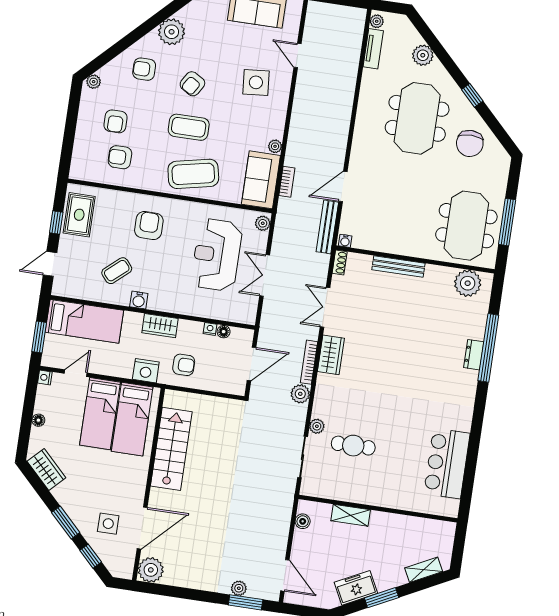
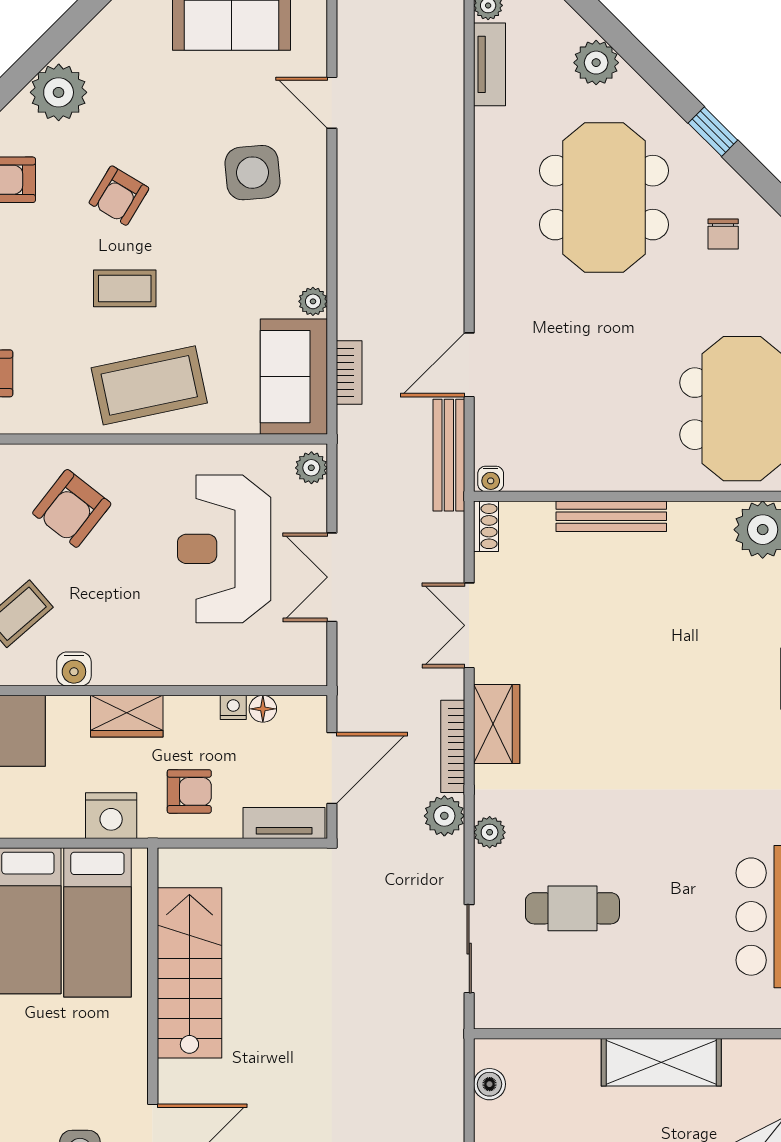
coffee table: (189, 127) -> (125, 288), width x0.73, depth x0.77
chair: (470, 143) -> (723, 234), width x0.54, depth x0.54
armchair: (149, 226) -> (72, 508), turned -142
tv unit: (225, 386) -> (284, 823), added
plant: (317, 426) -> (490, 832), moved
shelving: (351, 515) -> (661, 1062), moved, width x1.50, depth x1.33

